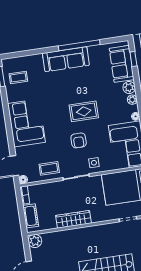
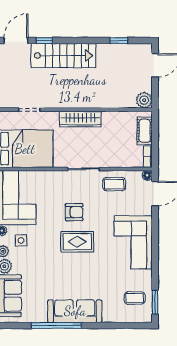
rug: (84, 111) -> (77, 242), moved
armchair: (79, 140) -> (74, 212), turned 90
side table: (94, 163) -> (21, 240), moved
wardrobe: (74, 219) -> (80, 119), moved

